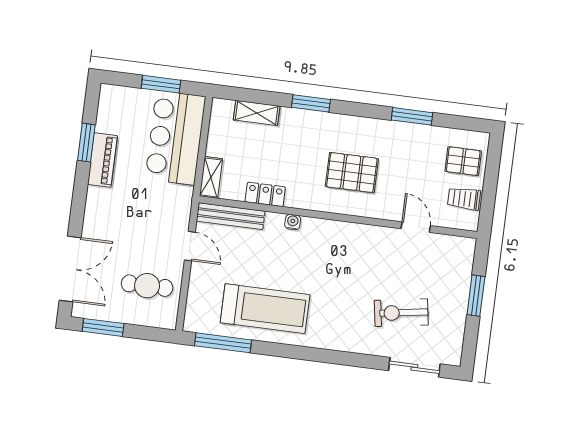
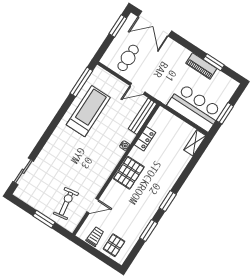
window: (311, 103) -> (168, 201), moved
shelving: (257, 113) -> (195, 143), moved
pallet: (352, 173) -> (129, 173), moved
shelving: (211, 177) -> (167, 116), removed
treadmill: (265, 309) -> (88, 111), turned 180
exercise bike: (401, 313) -> (66, 204), moved

